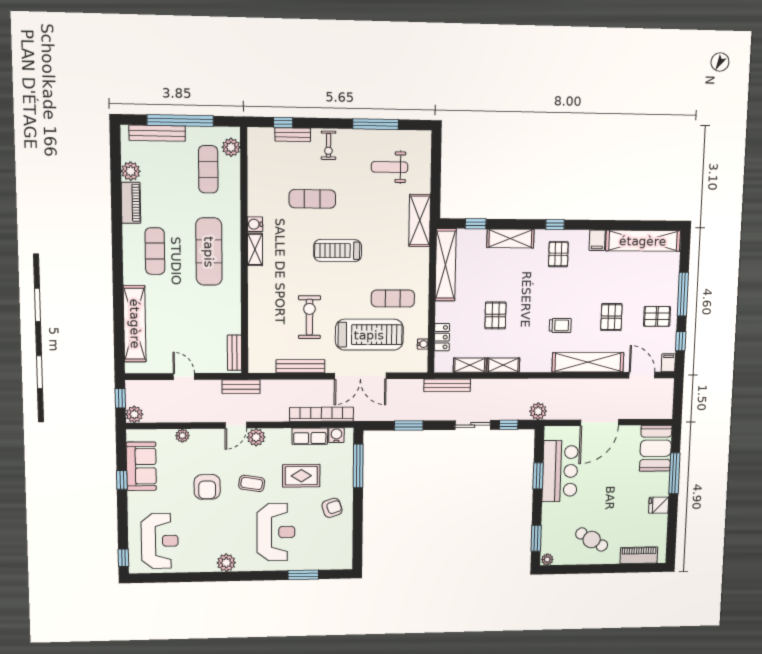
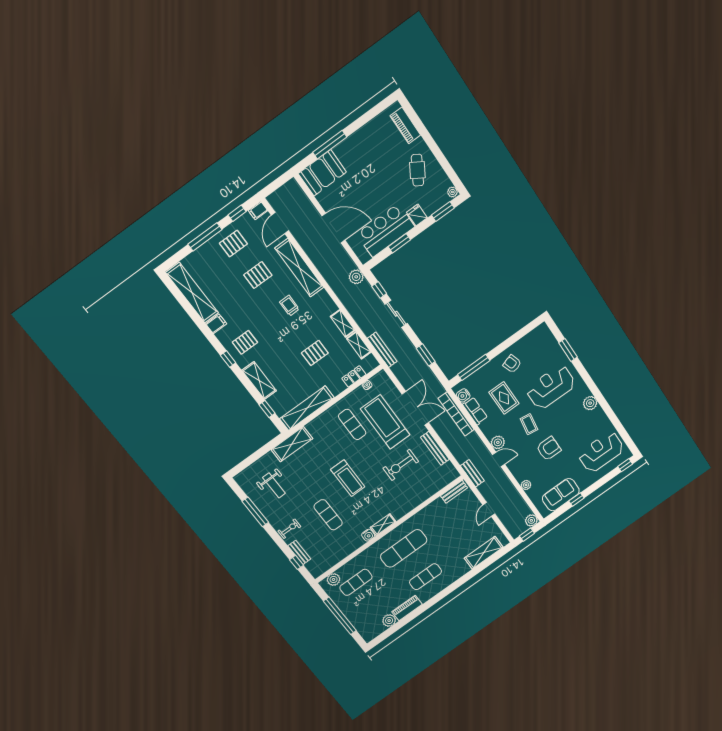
bench: (157, 133) -> (357, 622), removed
pallet: (657, 316) -> (233, 244), turned 90
shelving: (135, 324) -> (484, 553), width x0.68
fridge: (659, 505) -> (417, 215), moved, turned 180

